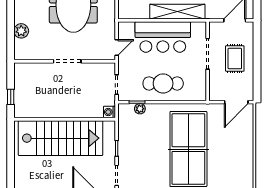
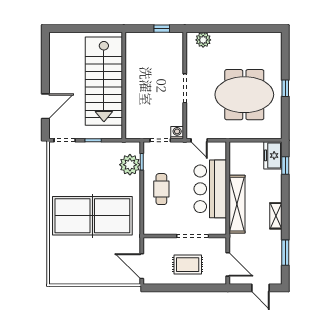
plant: (21, 31) -> (203, 40), moved
cafe table: (163, 83) -> (161, 189), width x0.73, depth x0.74
window: (11, 97) -> (162, 29), moved
plant: (140, 109) -> (130, 165), width x1.87, depth x1.87
washing machine: (109, 112) -> (177, 133), moved

